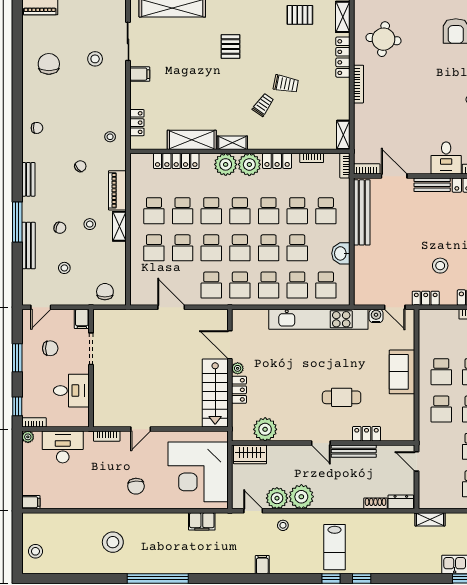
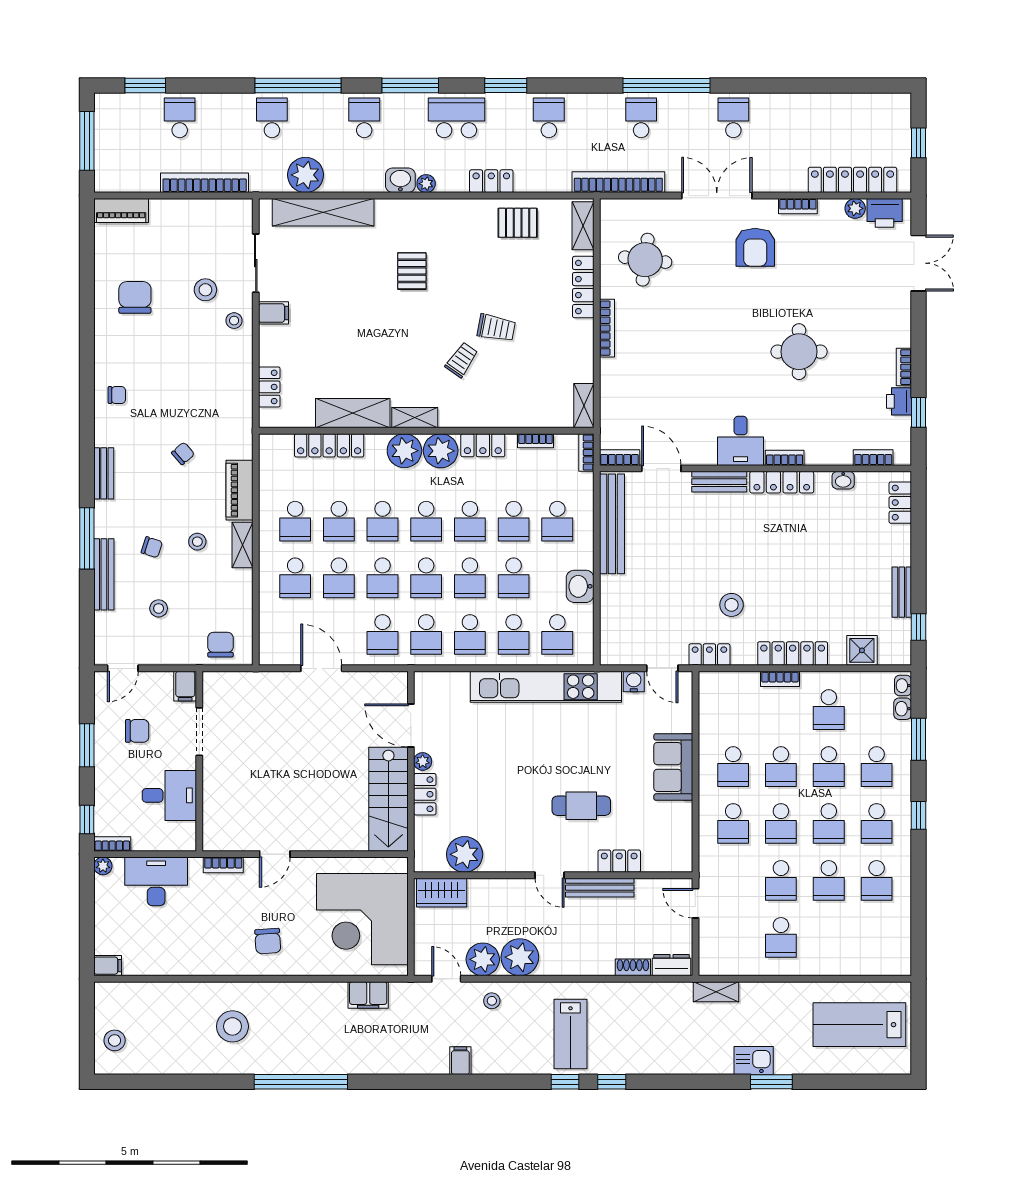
stool: (110, 137) -> (234, 321), moved

